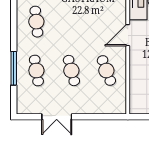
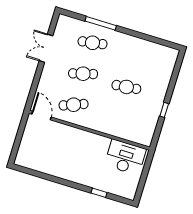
cafe table: (36, 22) -> (126, 87), moved
door: (128, 35) -> (42, 116), moved

